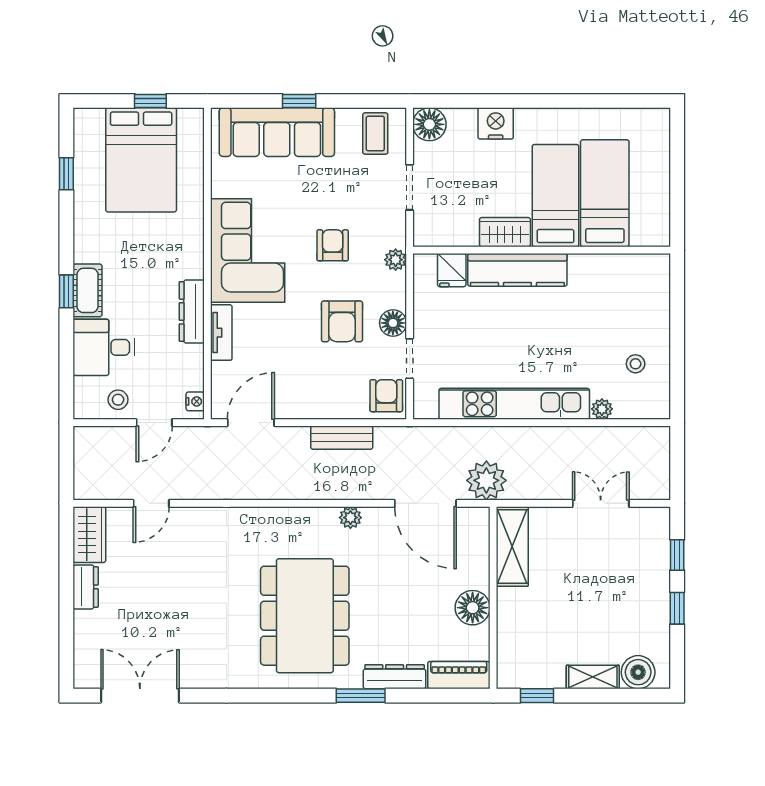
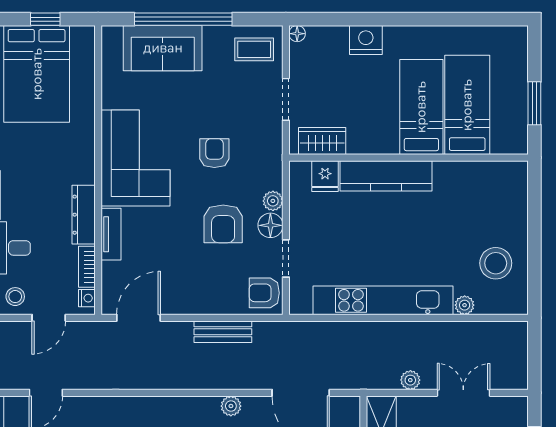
window: (299, 101) -> (183, 19), width x3.17
floor lamp: (429, 124) -> (297, 34), width x0.53, depth x0.53
sofa: (277, 132) -> (163, 48), width x0.73
coffee table: (375, 134) -> (254, 49), turned 90
window: (677, 192) -> (534, 103), added
wardrobe: (505, 232) -> (322, 141), moved
plant: (396, 260) -> (273, 201), moved
stool: (636, 364) -> (496, 263), width x1.89, depth x1.89
bookcase: (195, 368) -> (87, 267), added
armchair: (386, 396) -> (264, 293), turned -90
plant: (486, 480) -> (410, 380), moved, width x0.53, depth x0.53

